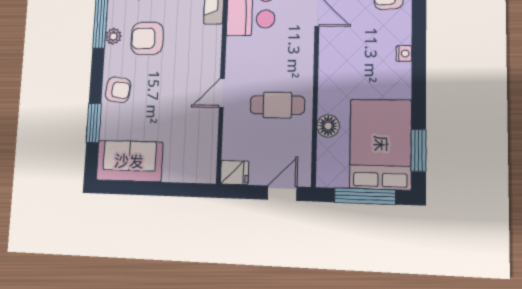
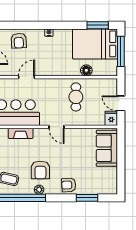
armchair: (118, 90) -> (69, 185), turned -101
door: (222, 93) -> (56, 127), moved
sofa: (129, 161) -> (107, 148), moved
door: (282, 193) -> (121, 103), moved

